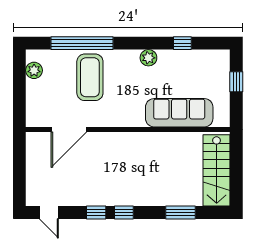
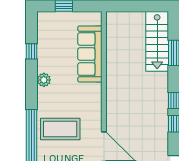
stairs: (217, 170) -> (157, 41), moved, turned 90

